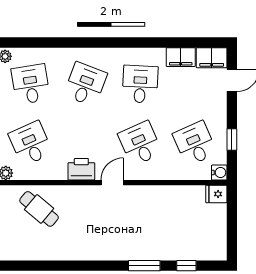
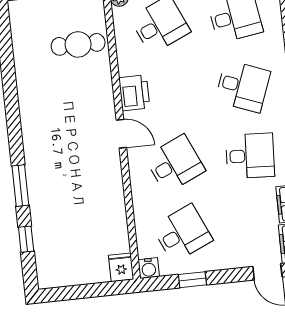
cafe table: (39, 209) -> (78, 44), turned 50

